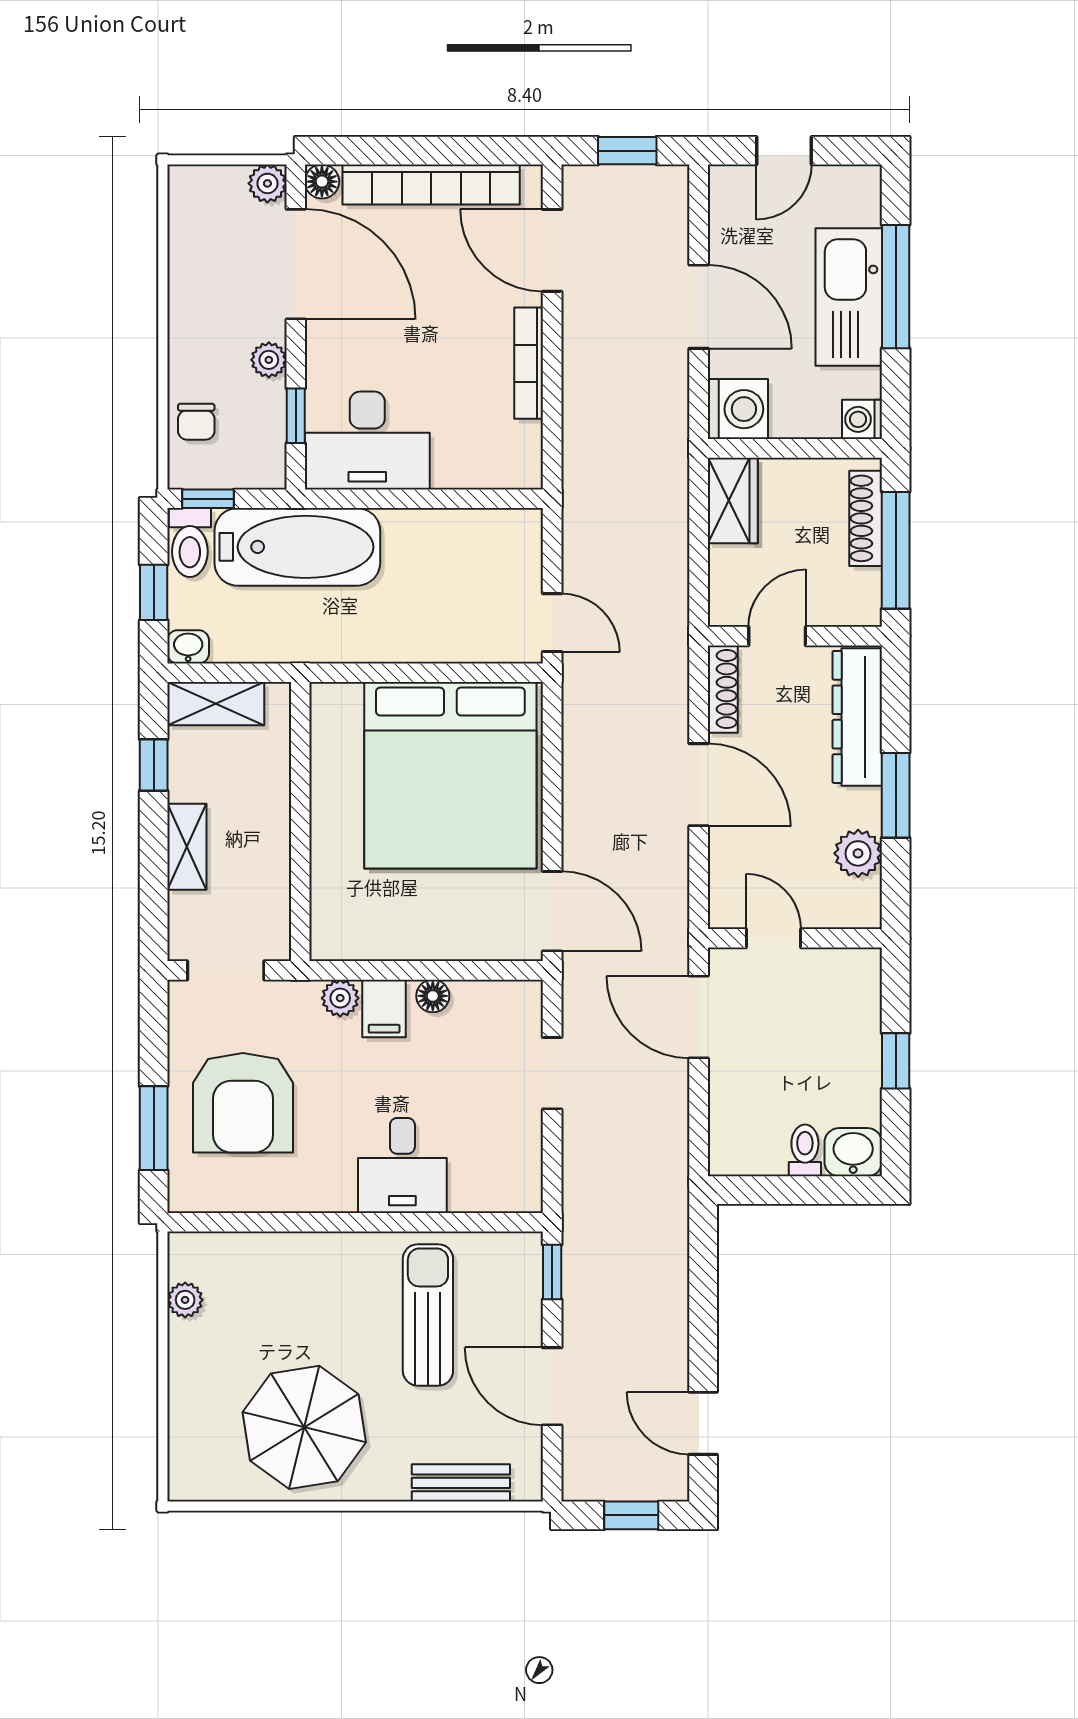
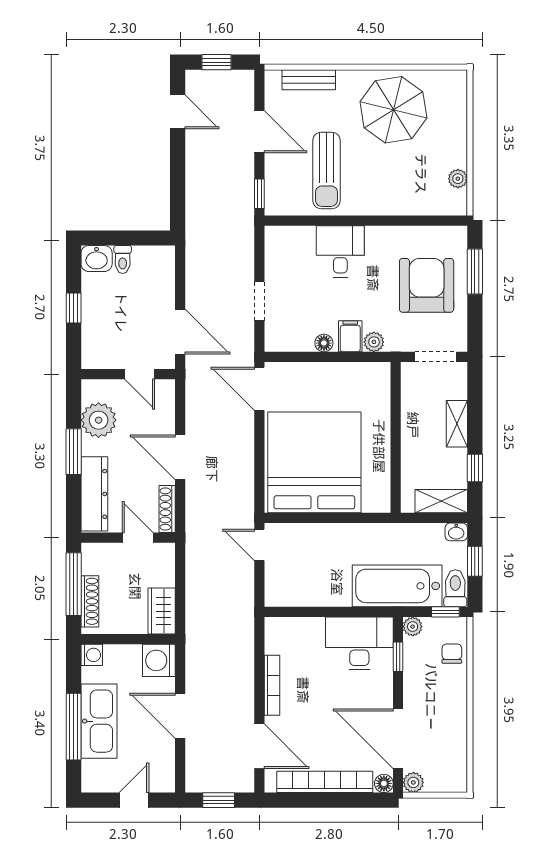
plant: (269, 360) -> (413, 627), moved
door: (777, 636) -> (138, 538), swing flipped
plant: (858, 853) -> (99, 420), width x1.36, depth x1.36

